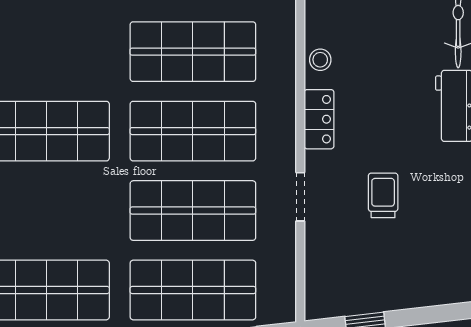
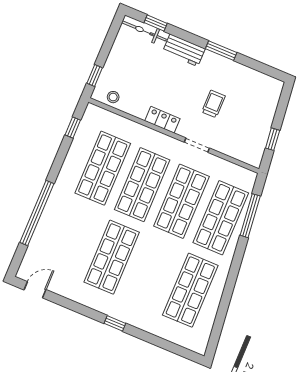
stool: (320, 60) -> (113, 97), moved
trolley: (383, 195) -> (213, 104), turned 90

